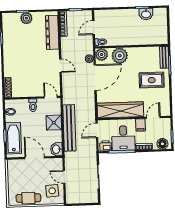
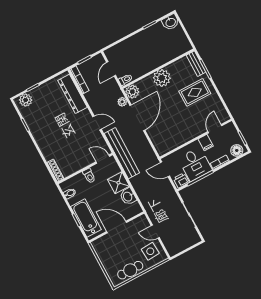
washbasin: (146, 14) -> (171, 22), moved
plant: (26, 18) -> (26, 100), moved
plant: (120, 56) -> (162, 78), moved
wardrobe: (120, 110) -> (178, 137), removed
bench: (69, 128) -> (122, 153), moved
door: (97, 130) -> (165, 169), hinge flipped
washbasin: (56, 149) -> (128, 196), moved

